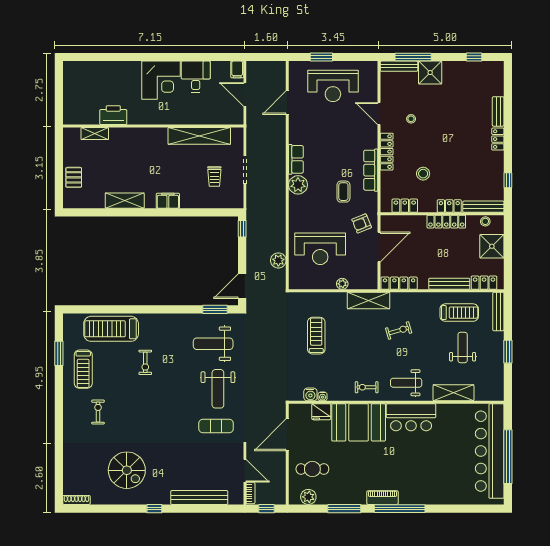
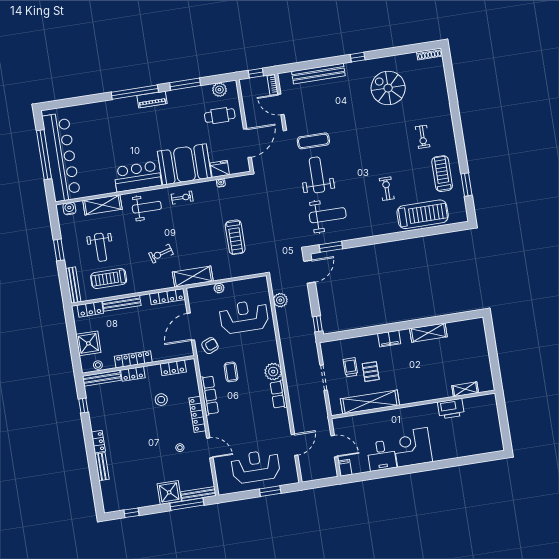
pallet: (74, 177) -> (371, 372), moved
water cooler: (310, 394) -> (69, 209), moved

